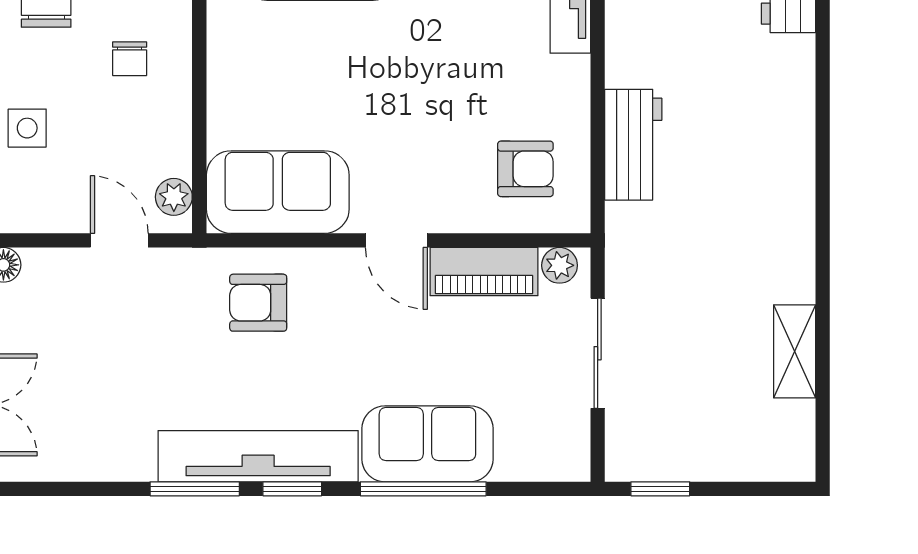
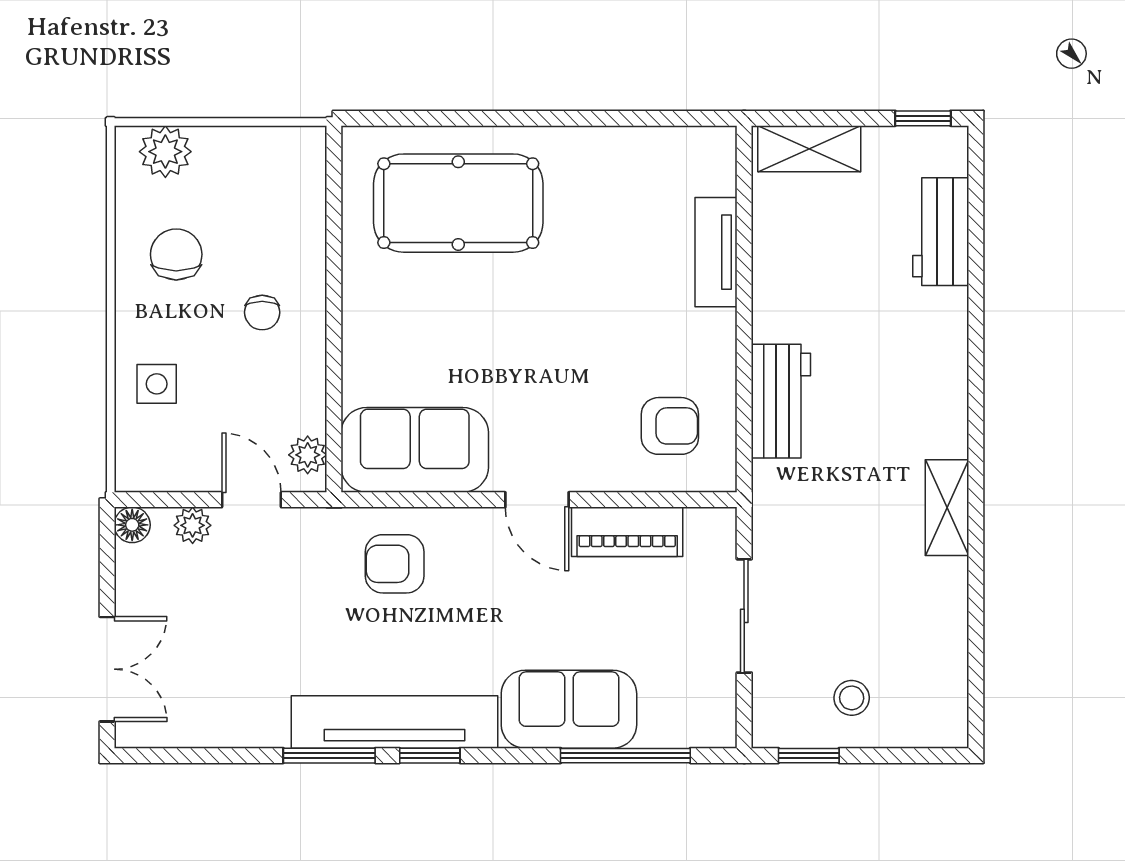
plant: (560, 265) -> (193, 525), moved
shelving: (795, 351) -> (947, 508), moved
stool: (702, 433) -> (852, 698), added
window: (423, 489) -> (625, 756), moved

